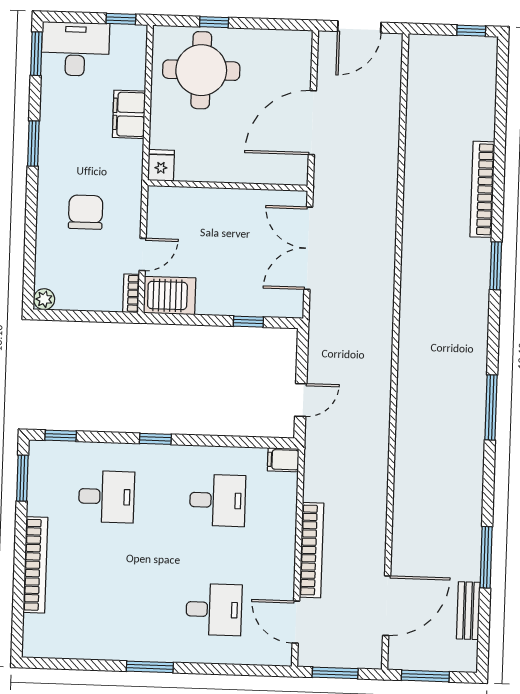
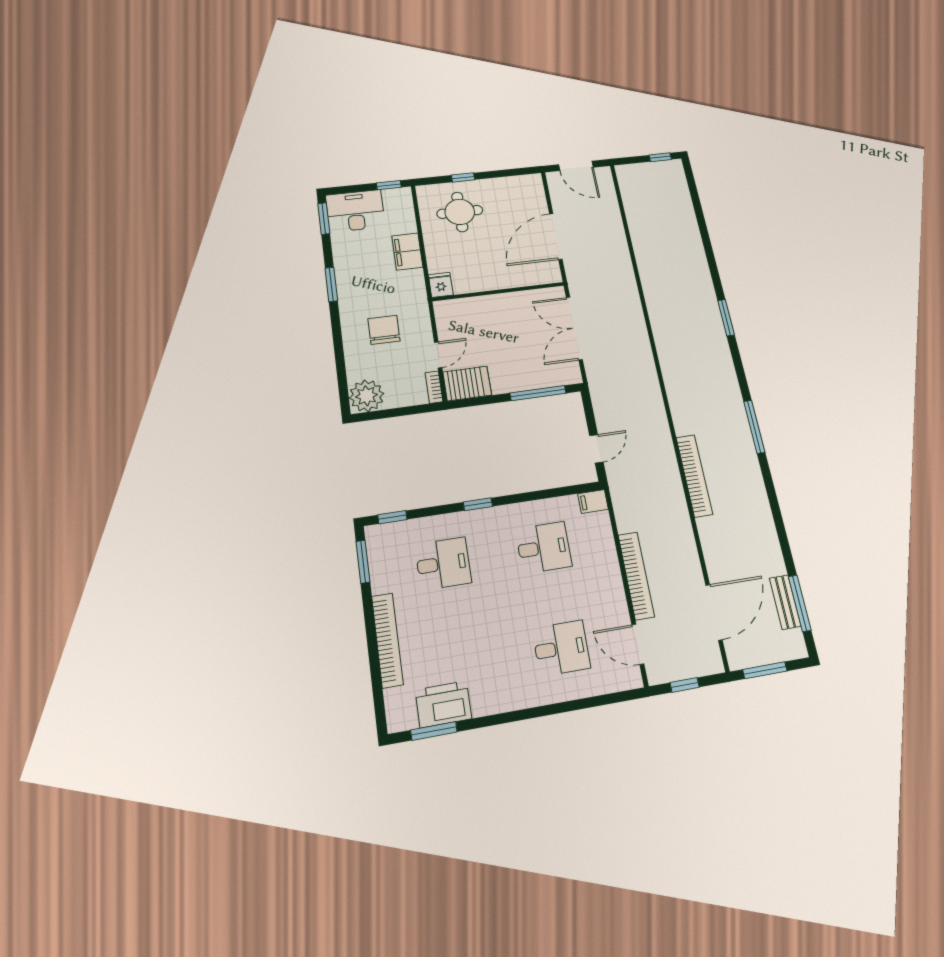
door: (359, 27) -> (576, 166), hinge flipped
round table: (201, 70) -> (460, 212), width x0.73, depth x0.73
bookcase: (482, 189) -> (694, 476), moved, turned 180
plant: (44, 299) -> (366, 396), width x1.88, depth x1.88
window: (248, 322) -> (538, 393), width x2.17
window: (486, 557) -> (800, 603), moved
printer: (82, 640) -> (443, 704), added
window: (150, 667) -> (434, 731), moved
window: (335, 673) -> (685, 685), width x0.67

